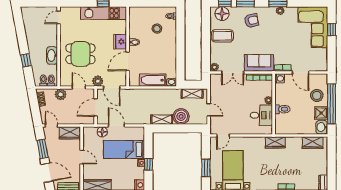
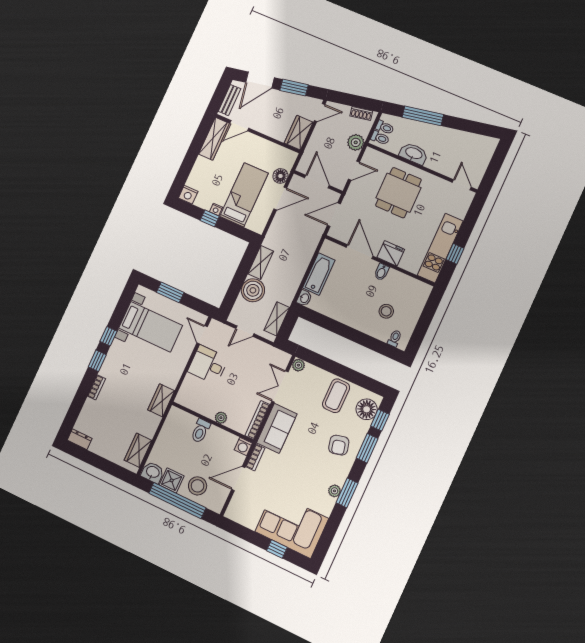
window: (26, 60) -> (423, 116), width x2.17
plant: (98, 81) -> (351, 200), removed
desk: (261, 115) -> (208, 365), moved, turned 90
door: (82, 157) -> (239, 126), moved

